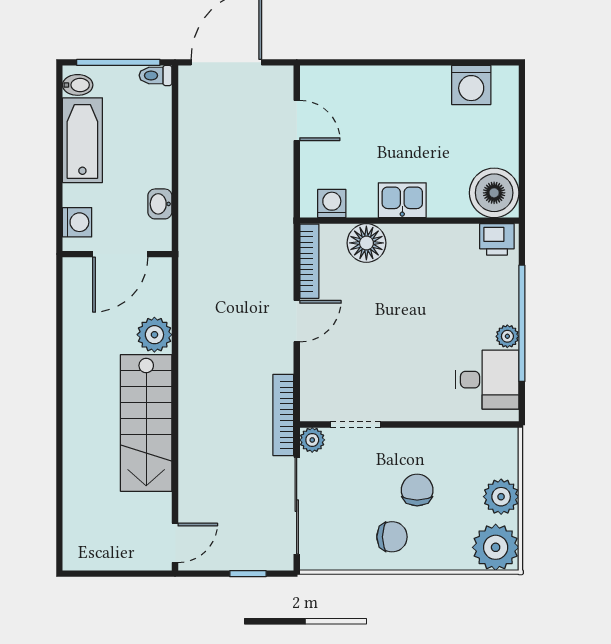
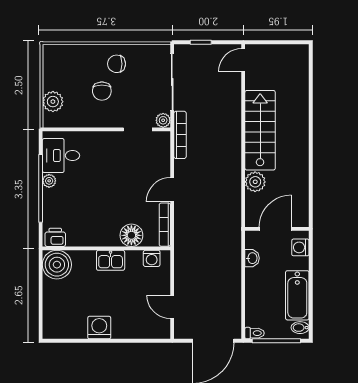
washing machine: (471, 85) -> (99, 328), moved
plant: (501, 497) -> (53, 102), moved
plant: (496, 547) -> (56, 58), removed

